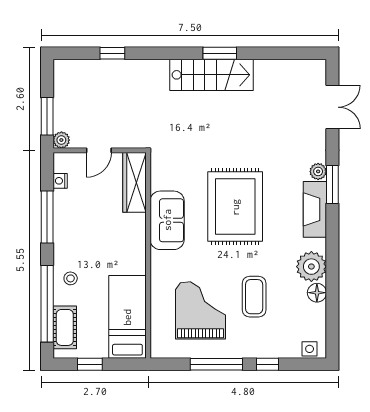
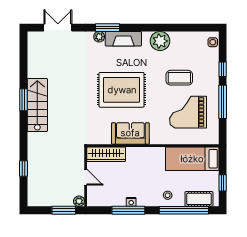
nightstand: (60, 181) -> (131, 202), moved
floor lamp: (317, 293) -> (177, 37), removed

